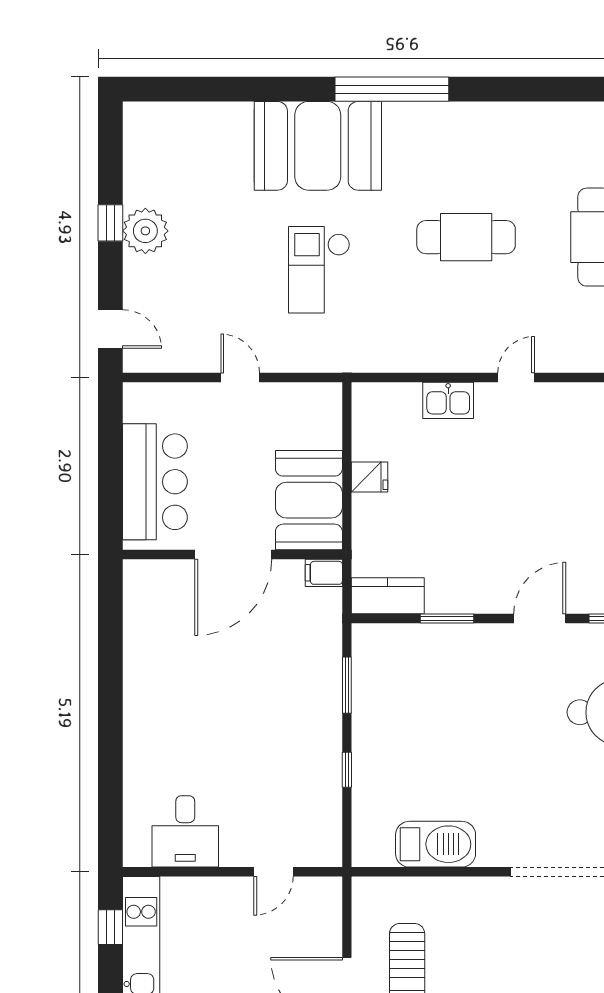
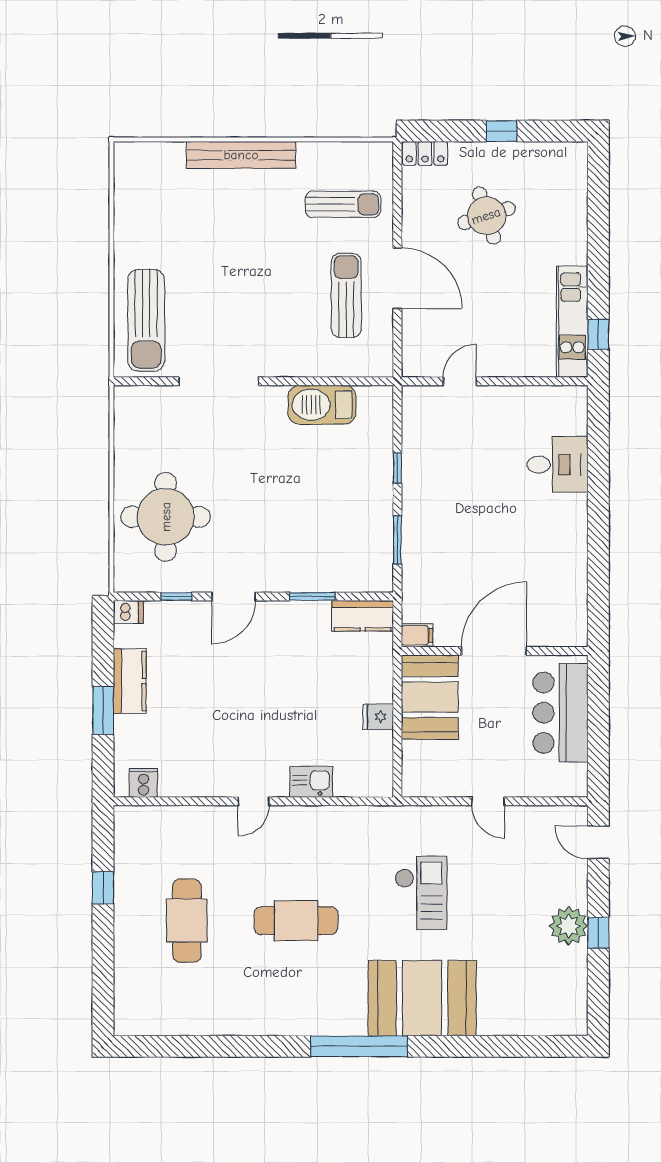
desk: (185, 831) -> (558, 465), moved, turned 90

